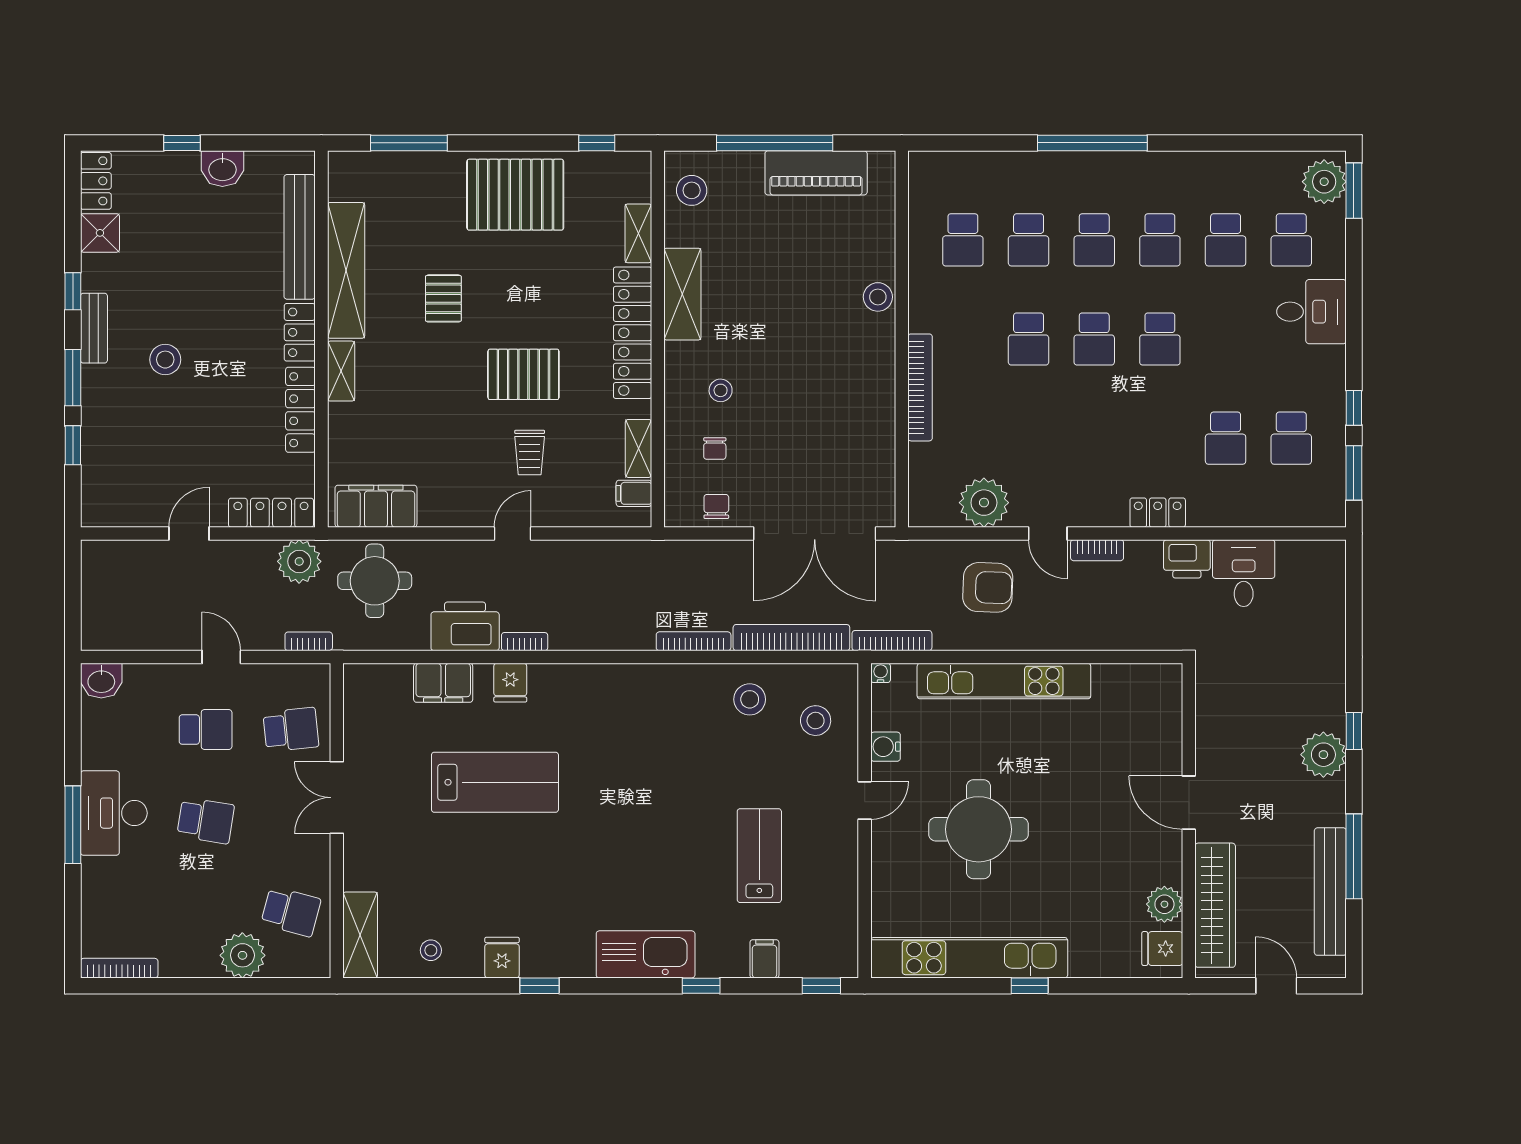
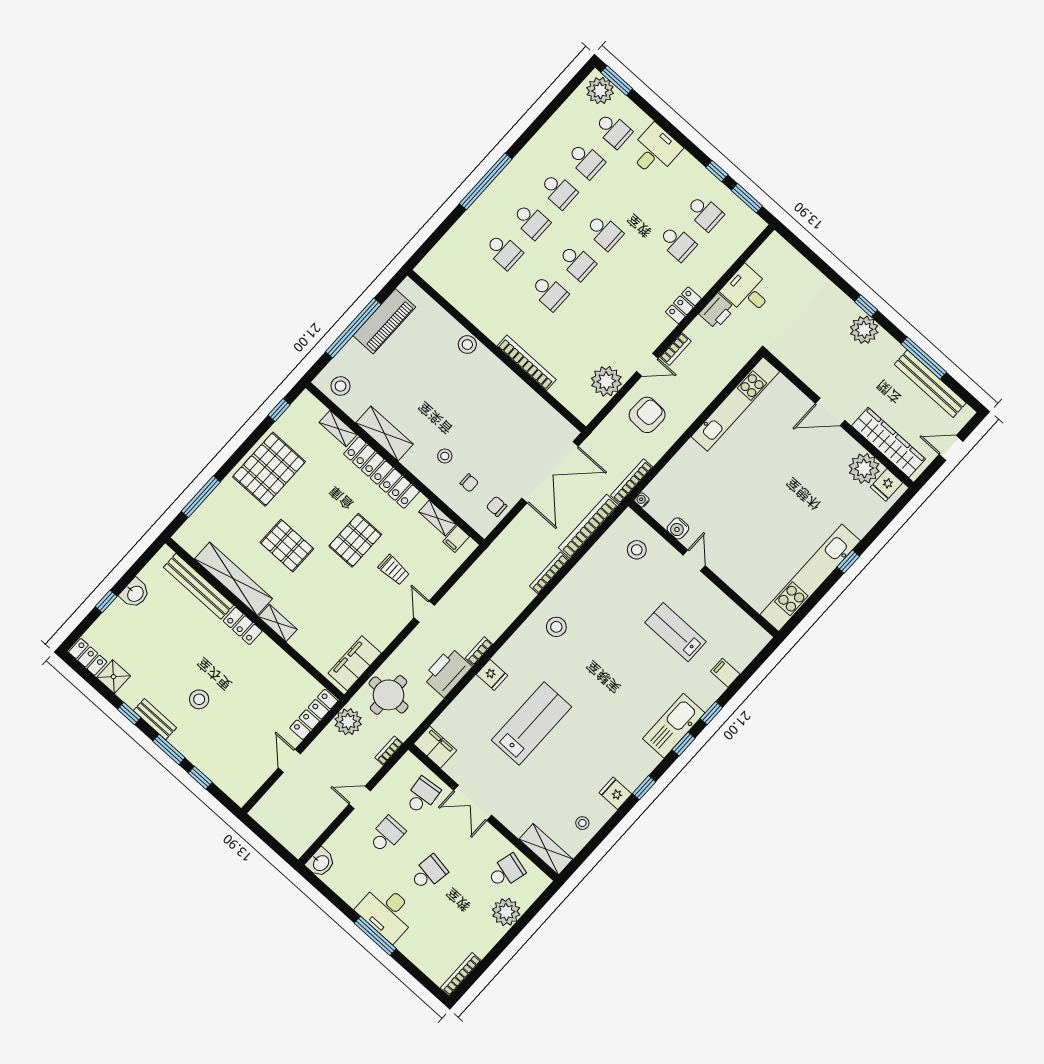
school desk: (963, 240) -> (476, 282), removed
pallet: (443, 298) -> (287, 546), width x1.50, depth x1.42
locker: (300, 410) -> (279, 658), removed
kitchen unit: (1004, 681) -> (735, 404), moved
filing cabinet: (443, 683) -> (435, 747), moved, turned -90
stool: (750, 699) -> (556, 627), moved
round table: (979, 829) -> (755, 520), removed
plant: (1164, 904) -> (864, 468), width x1.36, depth x1.36
window: (821, 986) -> (684, 744), moved

